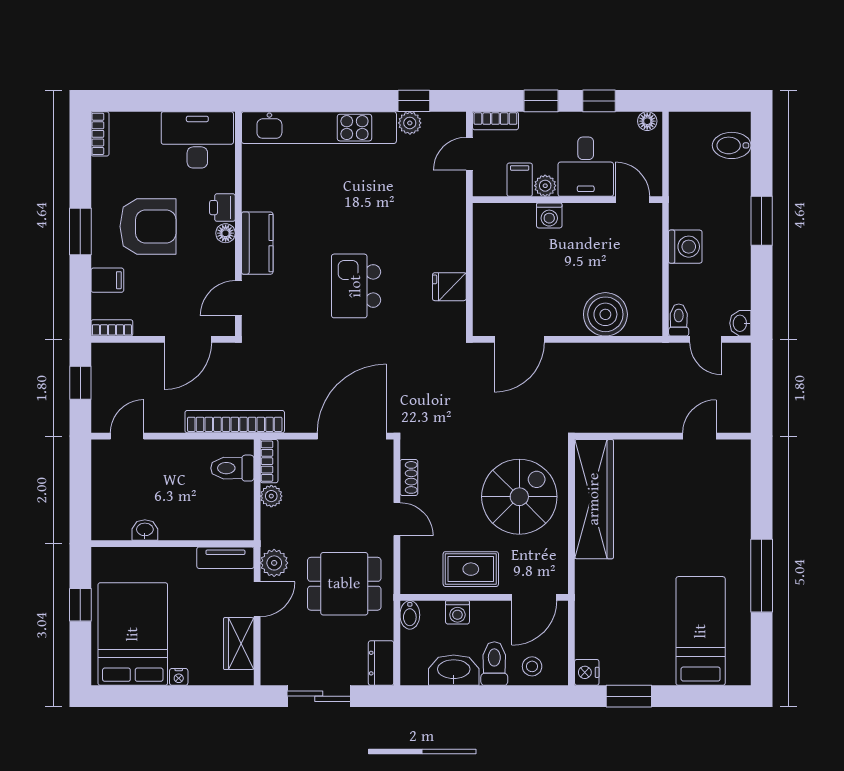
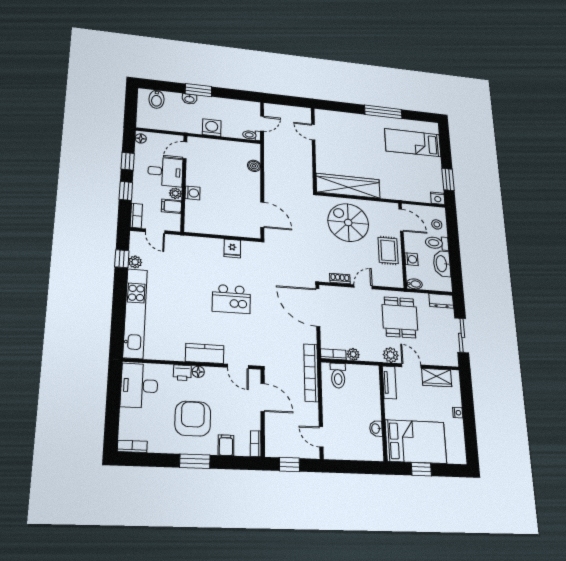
boiler: (605, 314) -> (254, 166), width x0.54, depth x0.54
washbasin: (740, 323) -> (189, 99), moved
bed: (133, 634) -> (416, 442), moved, turned 180

